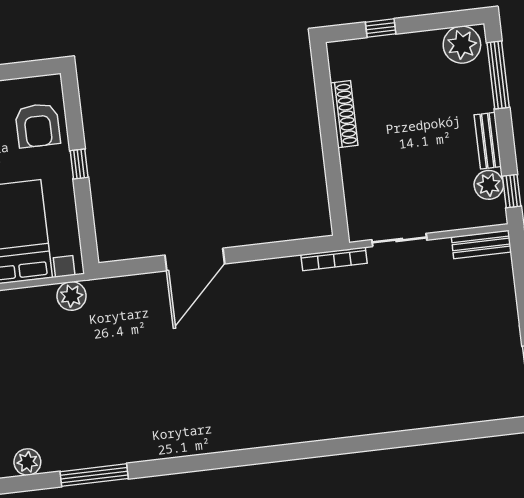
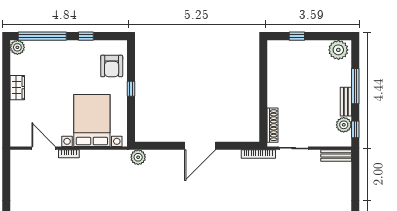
window: (498, 75) -> (355, 86), moved
shoe rack: (344, 114) -> (272, 125), moved
door: (195, 259) -> (200, 146), moved
plant: (72, 296) -> (138, 157), moved

